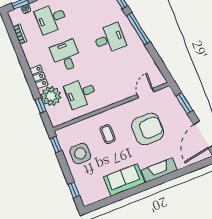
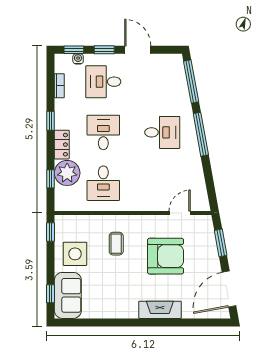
window: (24, 63) -> (50, 121), added
desk: (81, 93) -> (103, 183), turned -90
sofa: (124, 180) -> (68, 295), moved, turned 90

